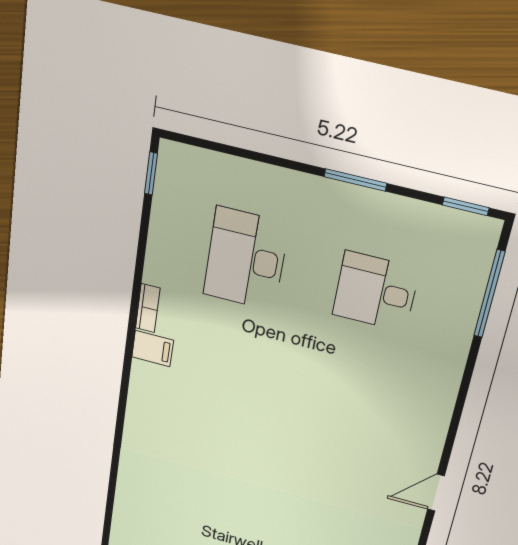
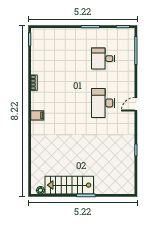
desk: (246, 259) -> (103, 103), moved
filing cabinet: (153, 349) -> (37, 115), moved
door: (436, 493) -> (136, 104), moved

